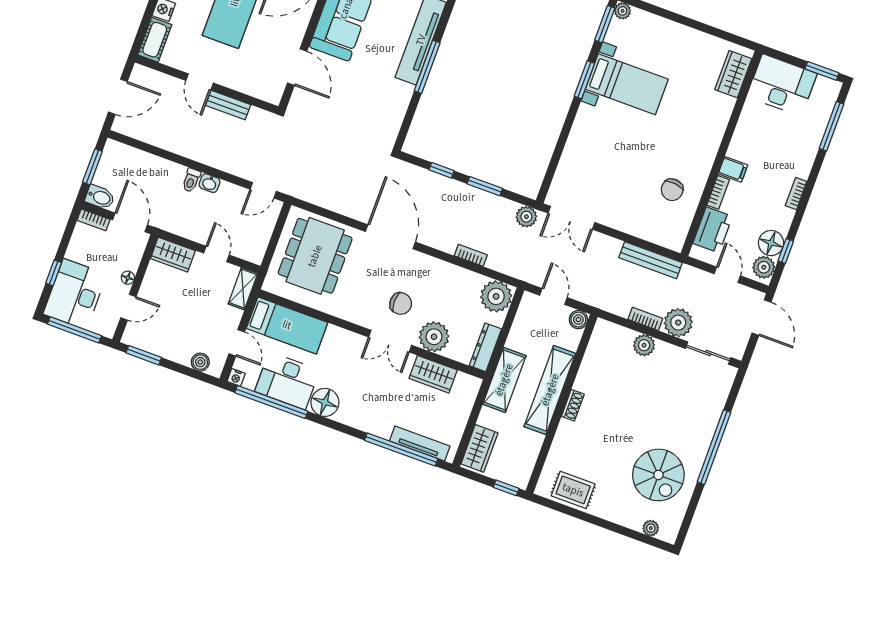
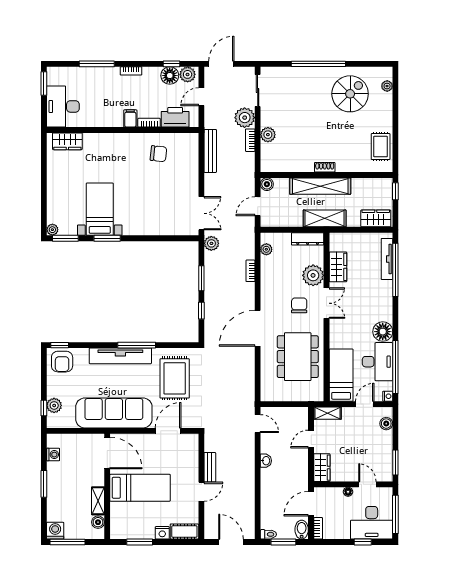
rug: (364, 101) -> (175, 378), added
window: (831, 126) -> (97, 64), moved
toilet: (191, 180) -> (268, 534), moved
dining table: (315, 256) -> (298, 357), moved, turned 90
plant: (496, 296) -> (266, 249), width x0.53, depth x0.53

